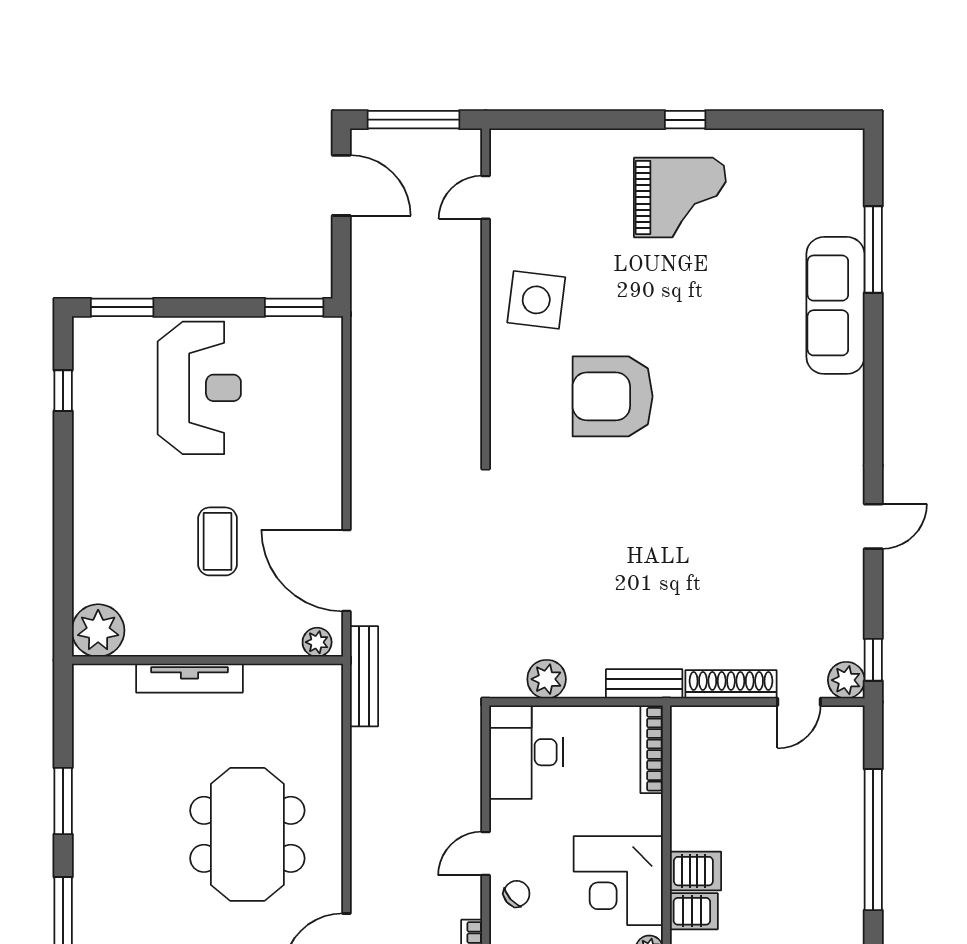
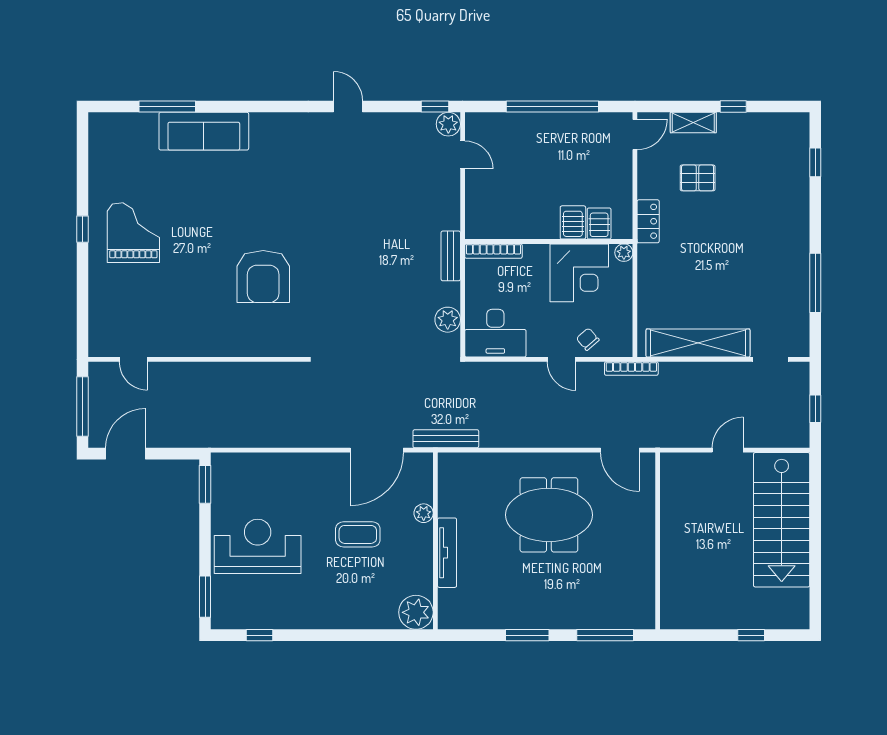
side table: (536, 300) -> (200, 326), removed
plant: (317, 642) -> (424, 513), moved
shoe rack: (731, 684) -> (451, 199), removed

